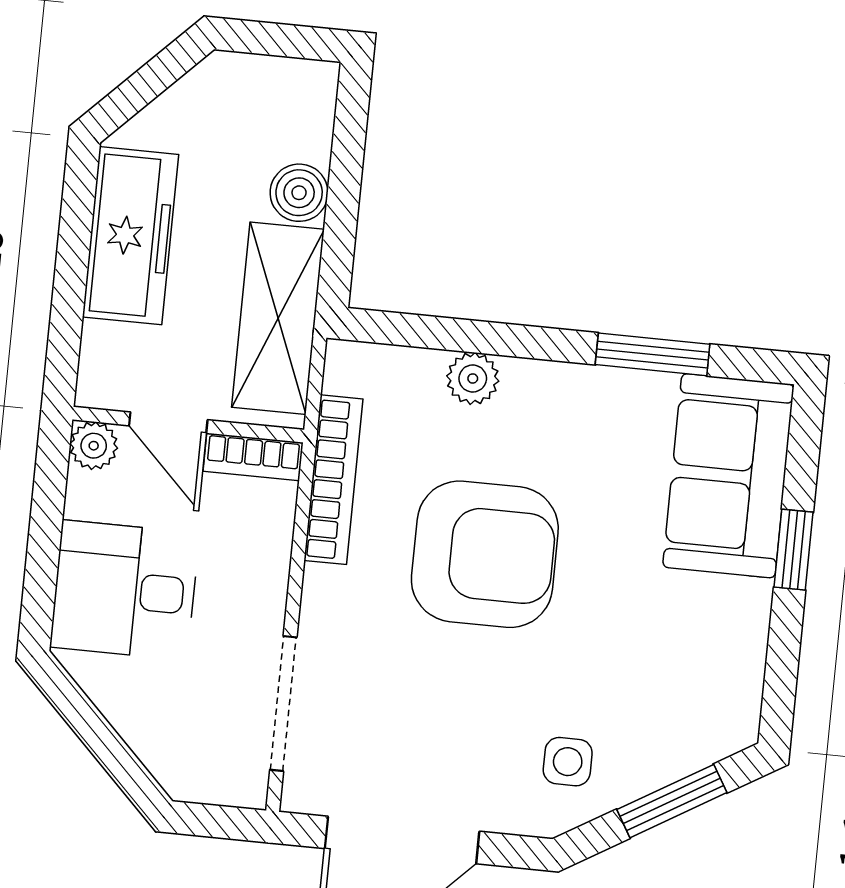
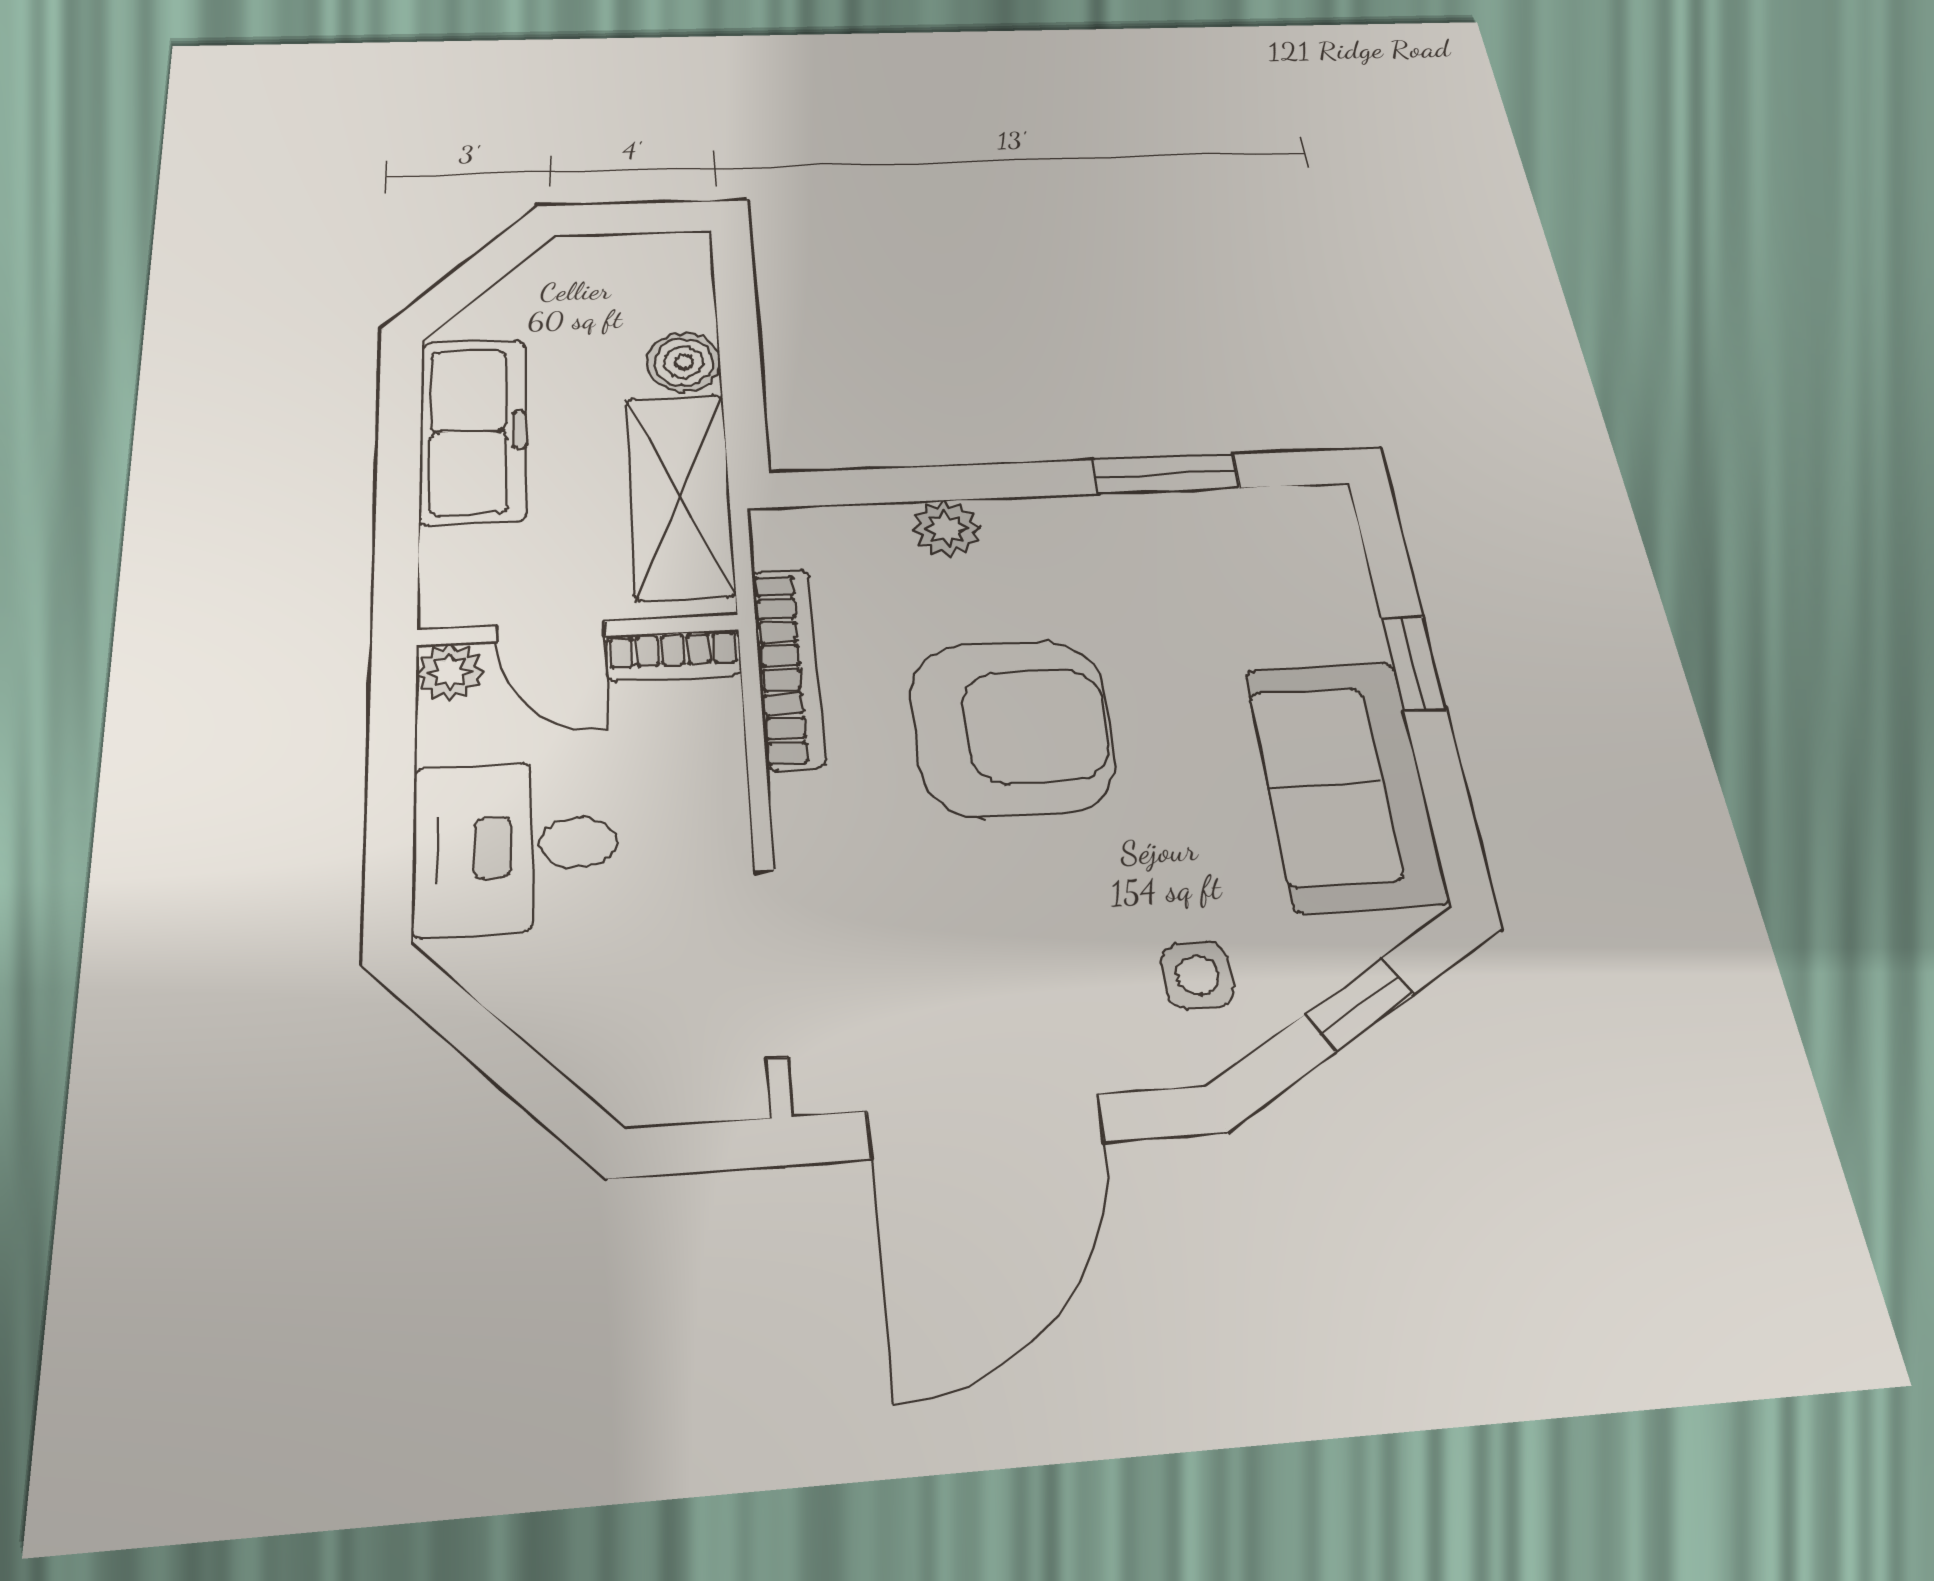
sofa: (728, 476) -> (1345, 784), moved
window: (672, 801) -> (1359, 1004), width x0.67

